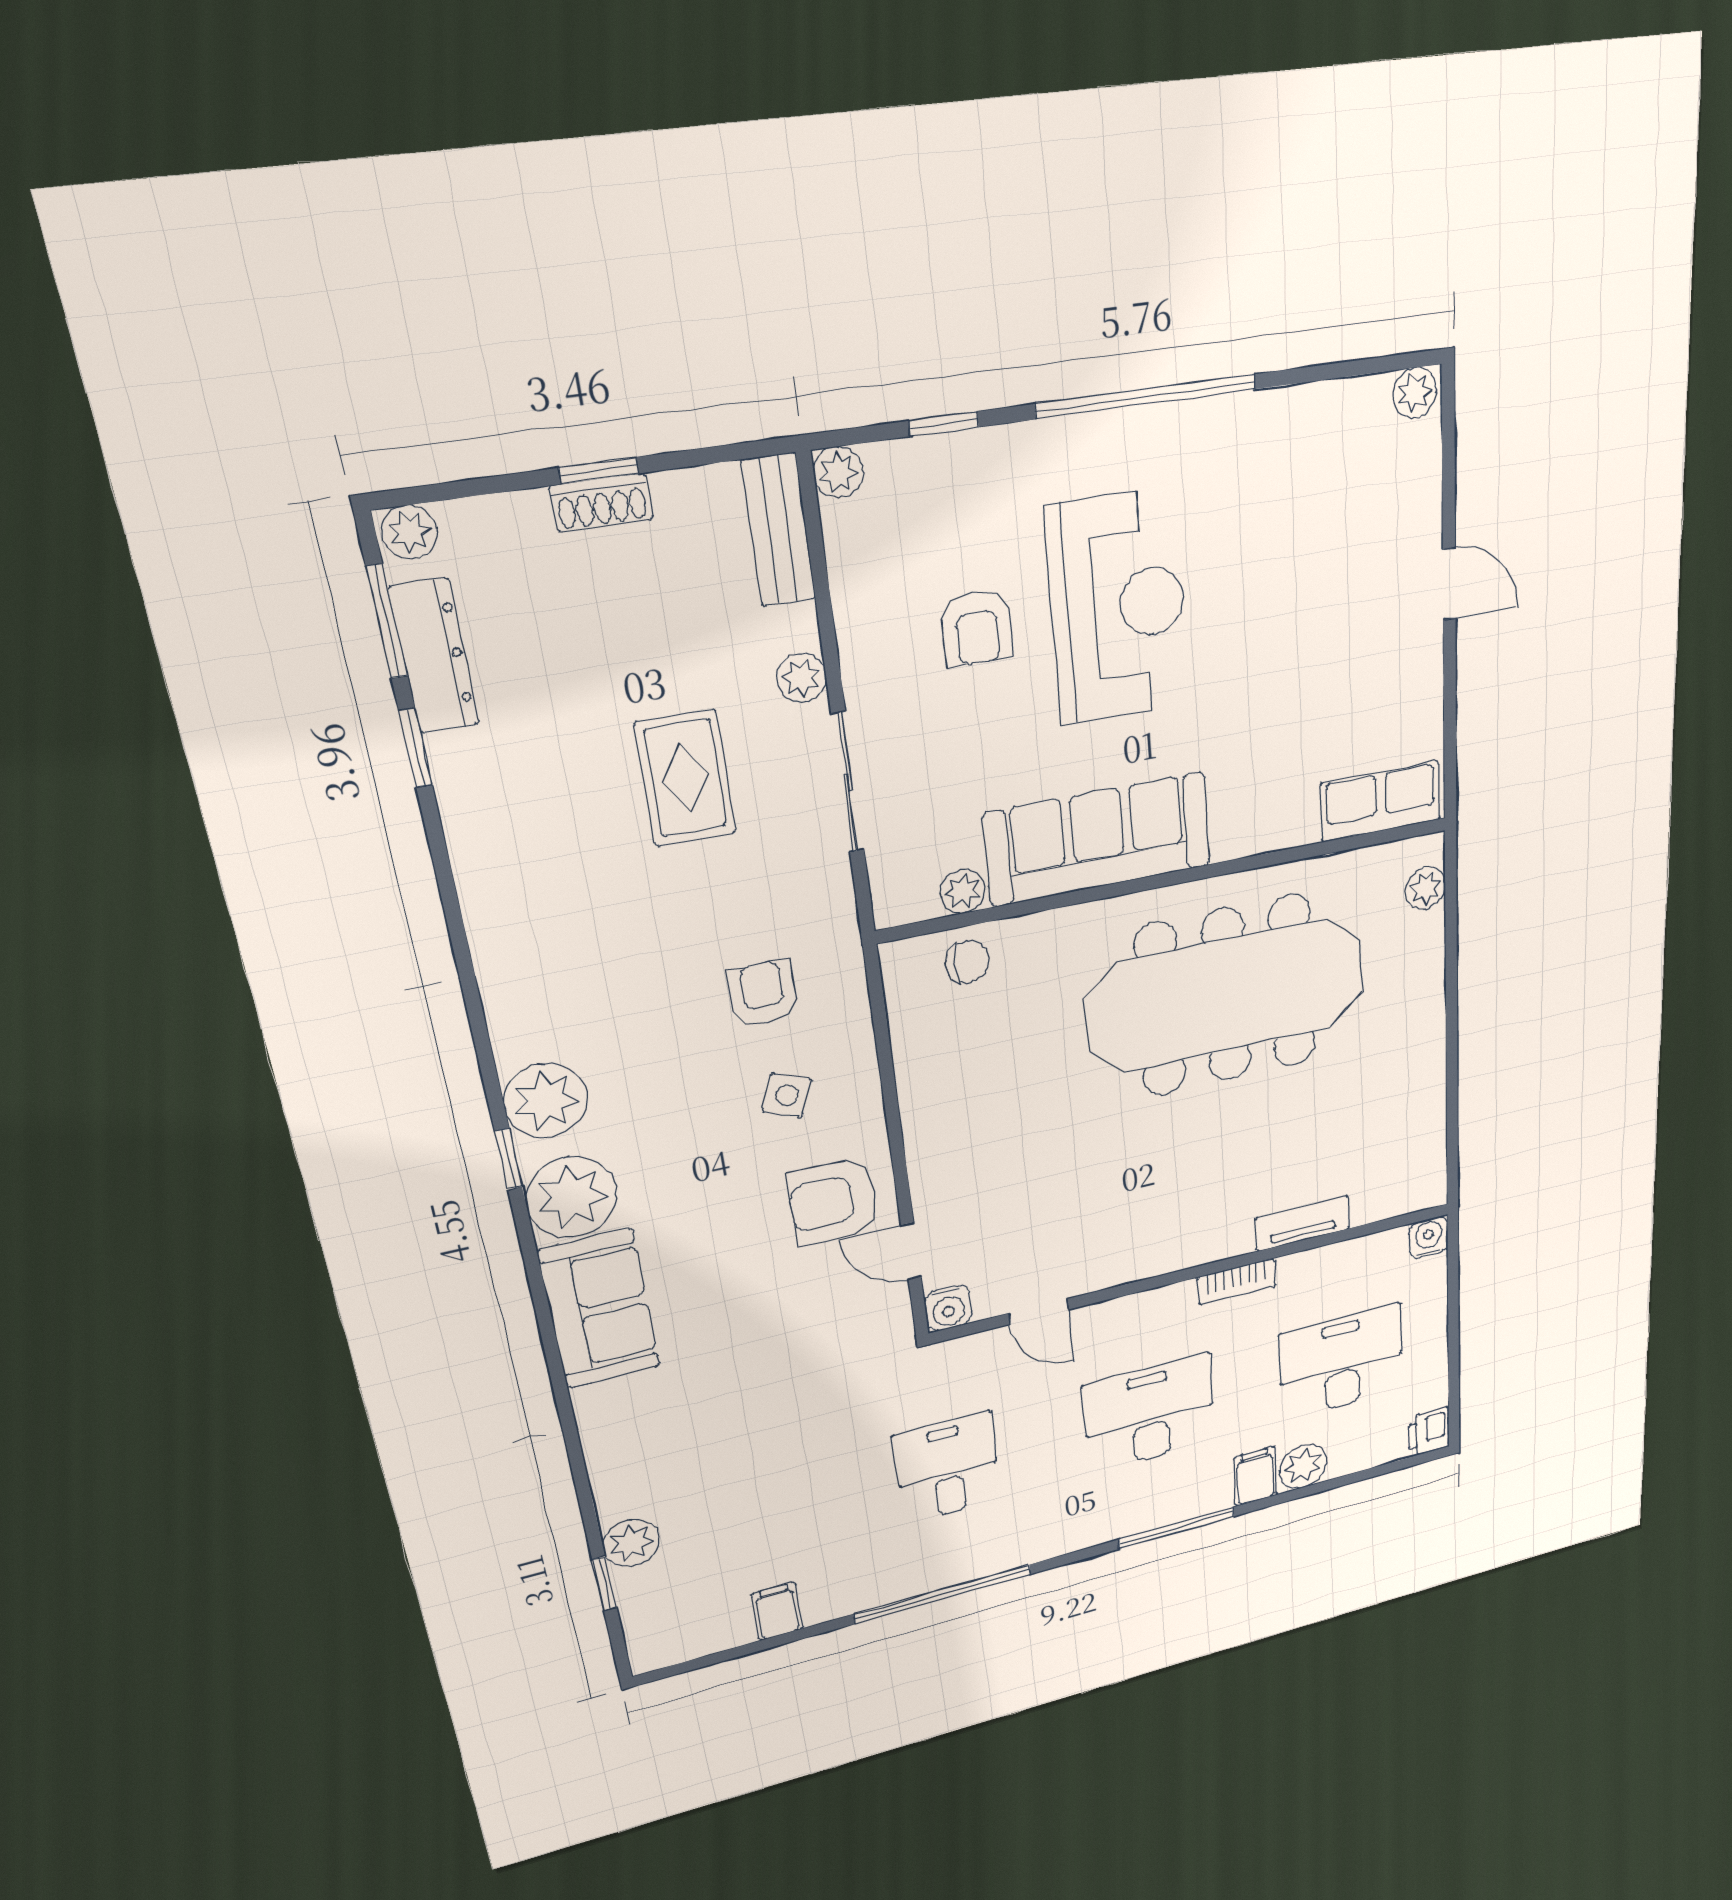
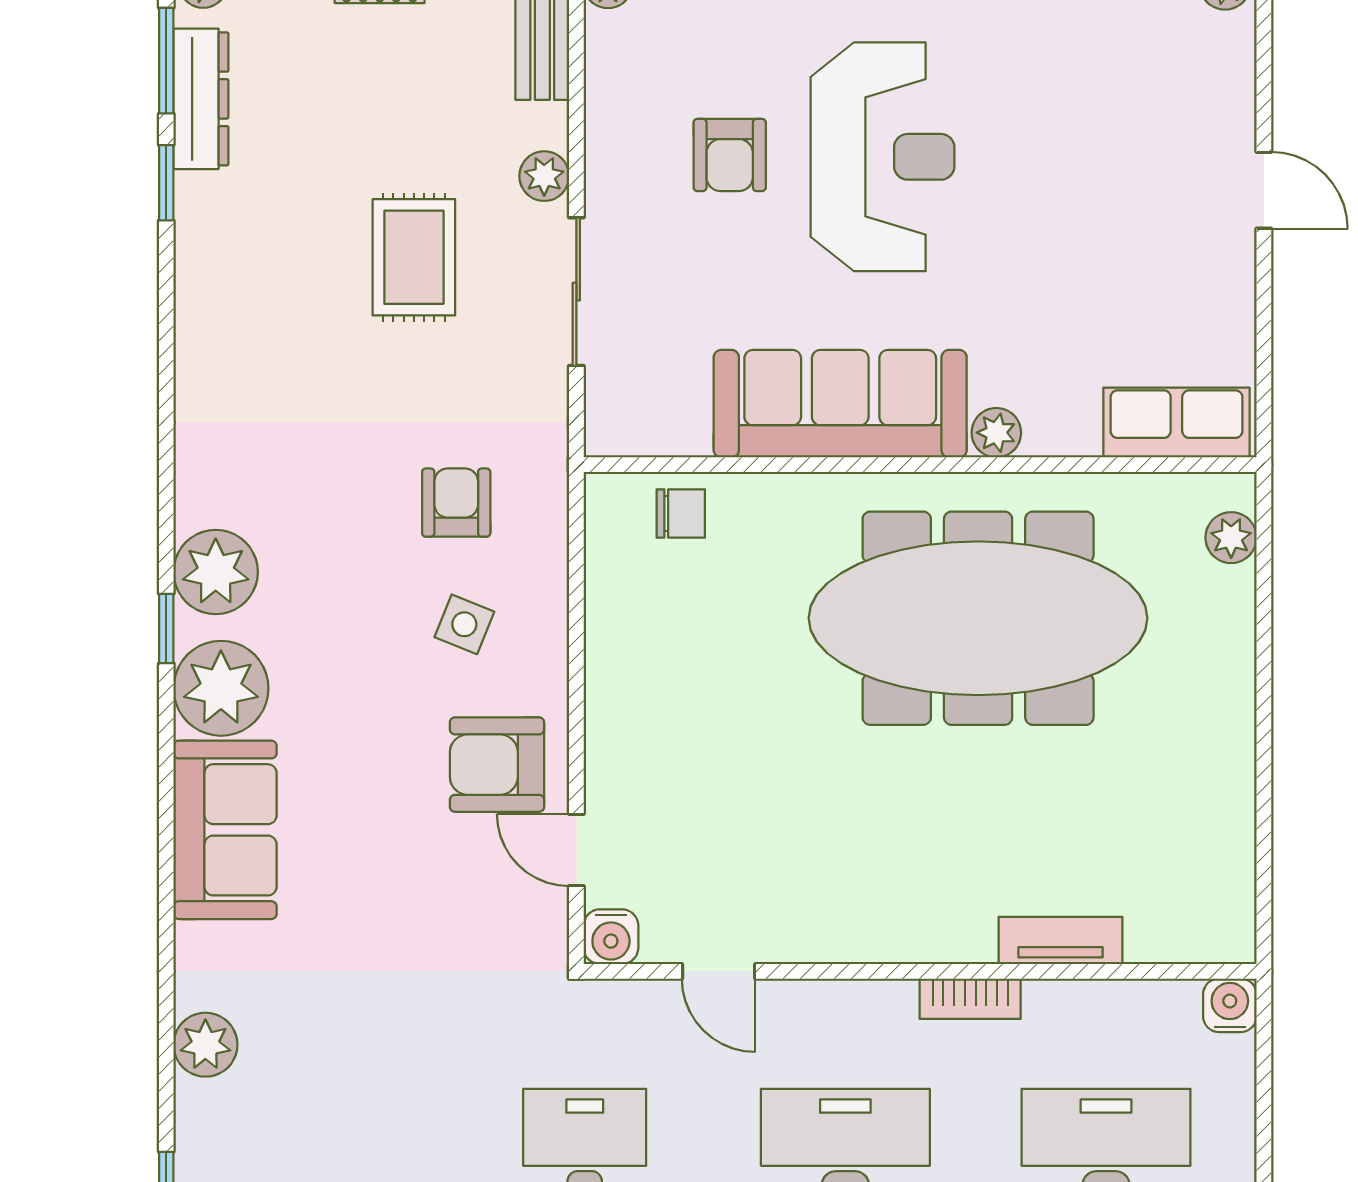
plant: (963, 892) -> (996, 433), moved
plant: (631, 1543) -> (205, 1045), moved

